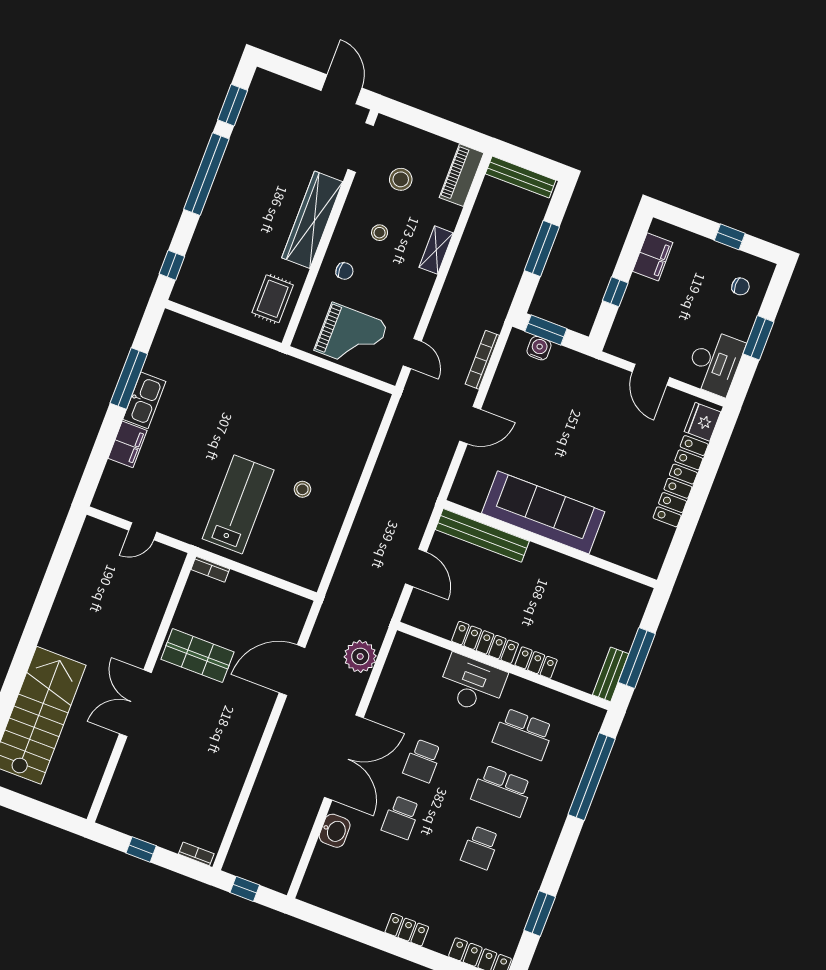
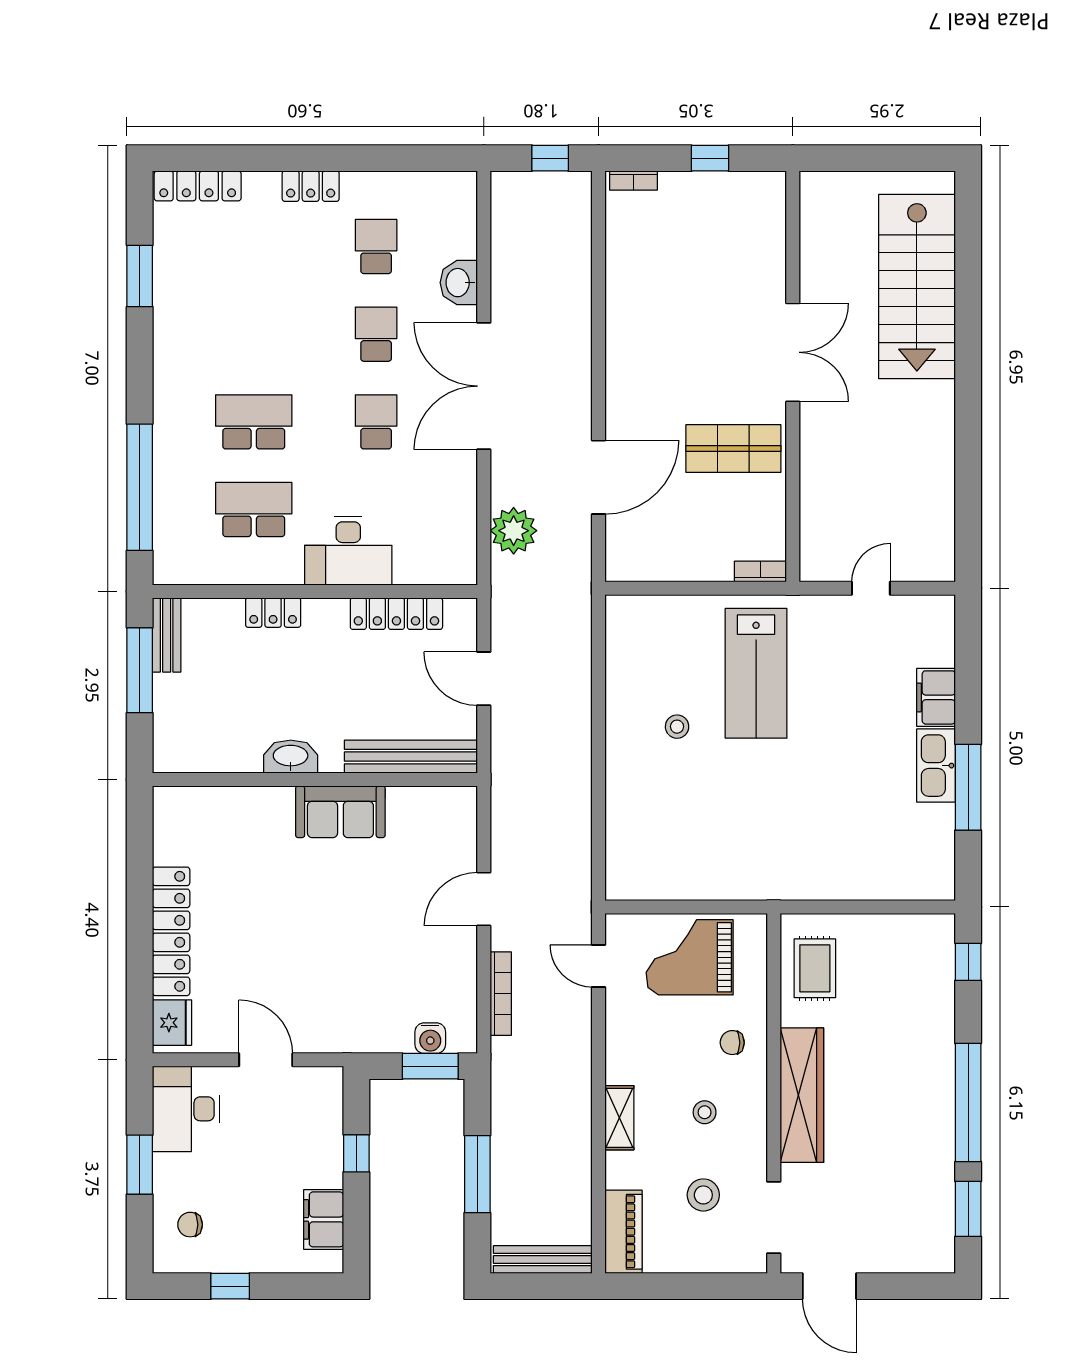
sofa: (543, 512) -> (340, 812), width x0.54, depth x0.79
washbasin: (560, 565) -> (291, 757), added
locker: (485, 642) -> (396, 614), moved
school desk: (480, 848) -> (376, 247), moved

